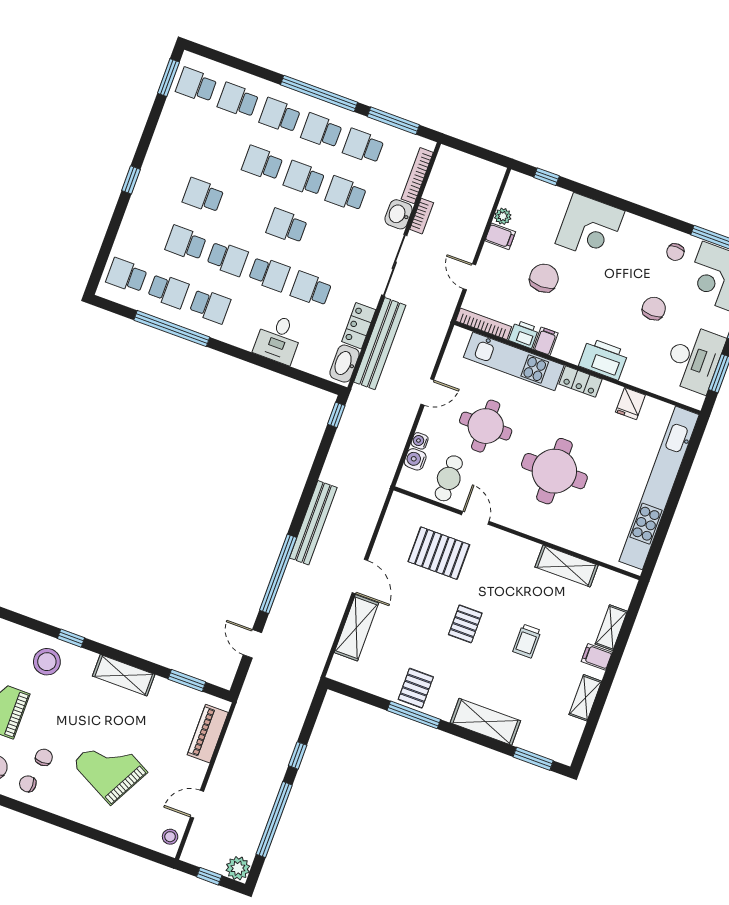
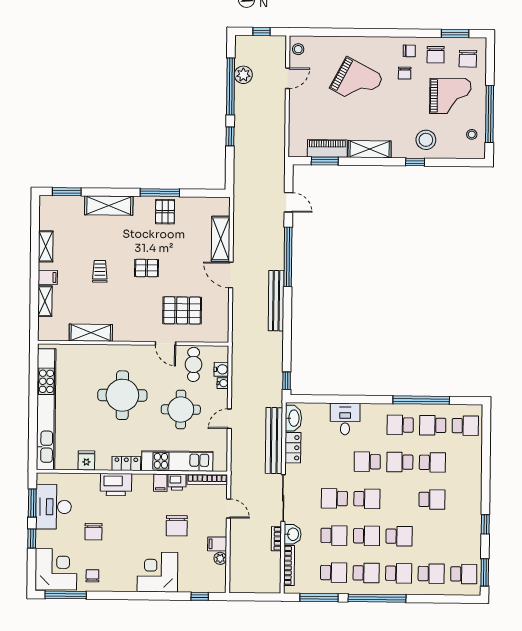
window: (131, 180) -> (485, 524), moved
school desk: (311, 289) -> (334, 498), moved, turned 180
pallet: (465, 624) -> (147, 268), turned 90
piano: (208, 734) -> (327, 148), moved, turned -90
plant: (238, 868) -> (243, 75), moved

